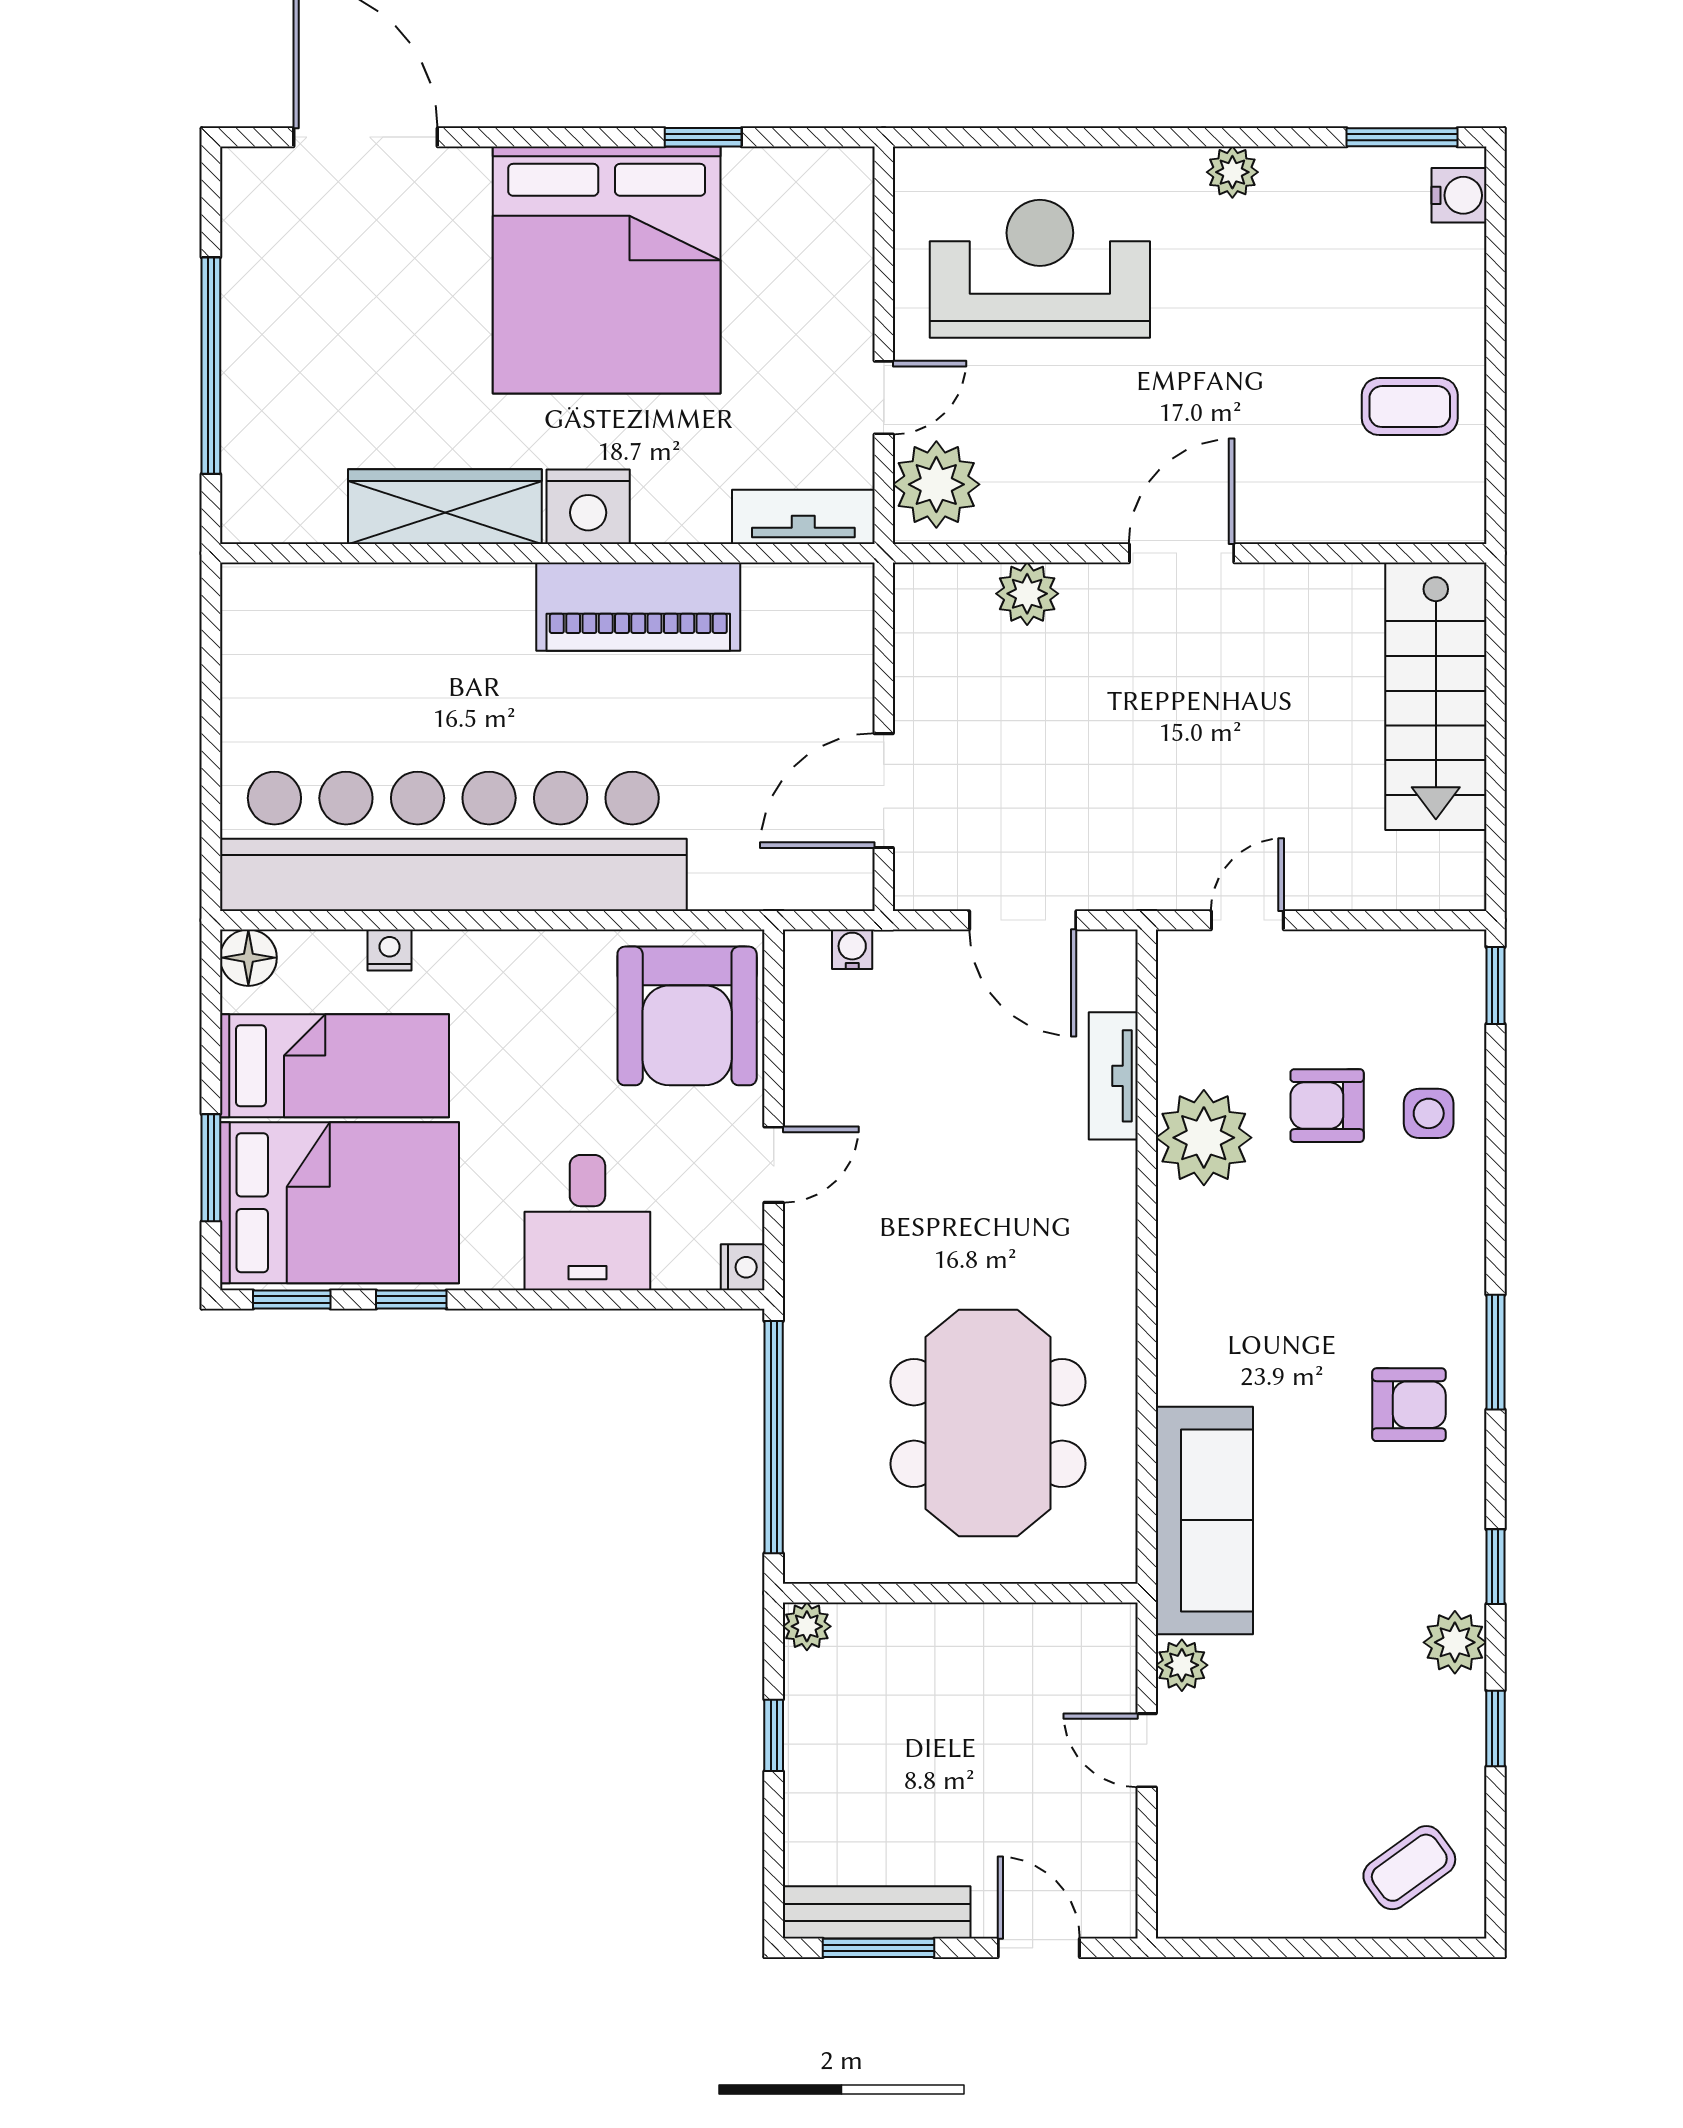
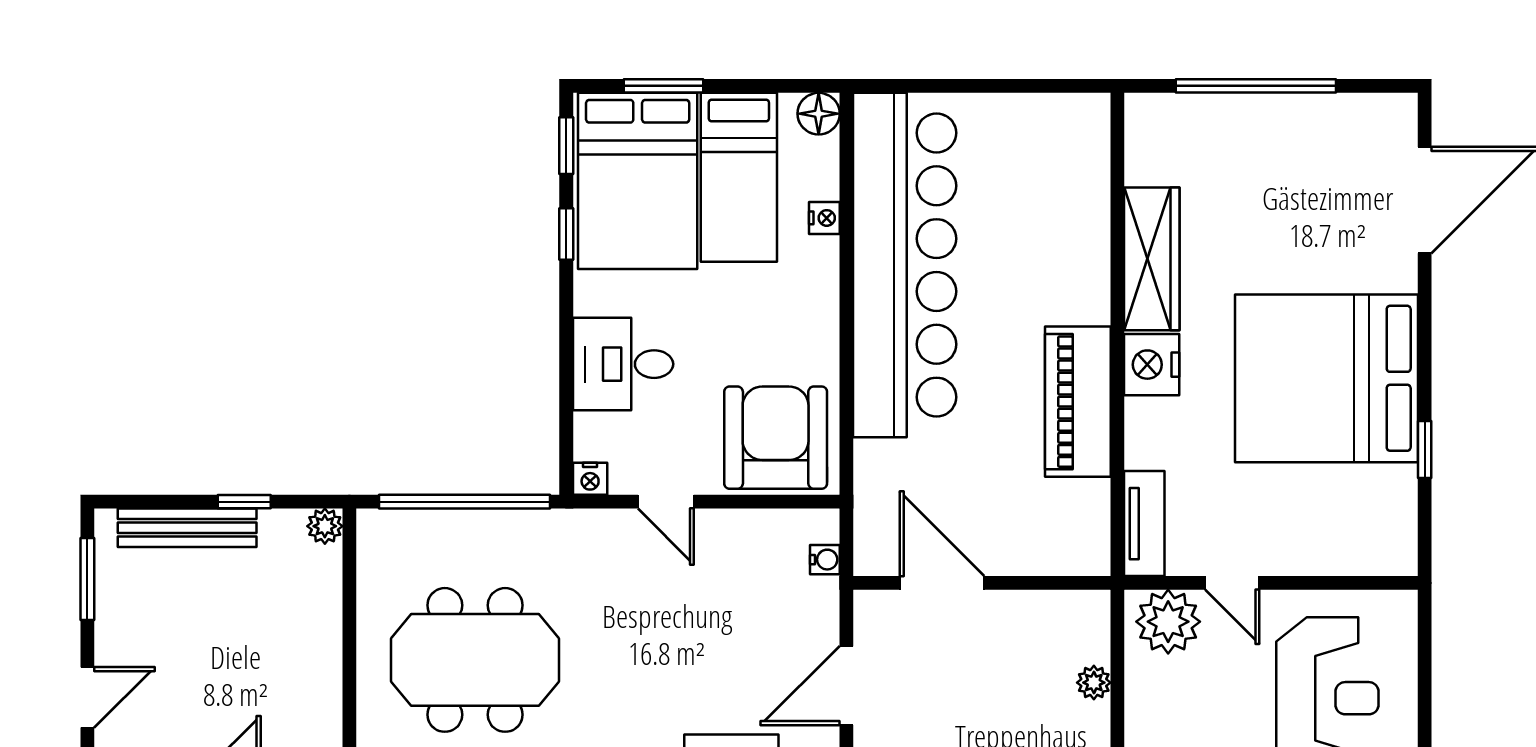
plant: (1027, 594) -> (1094, 683), width x0.73, depth x0.73
armchair: (687, 1016) -> (776, 438), turned 90
bench: (877, 1912) -> (187, 528), moved, turned 90

